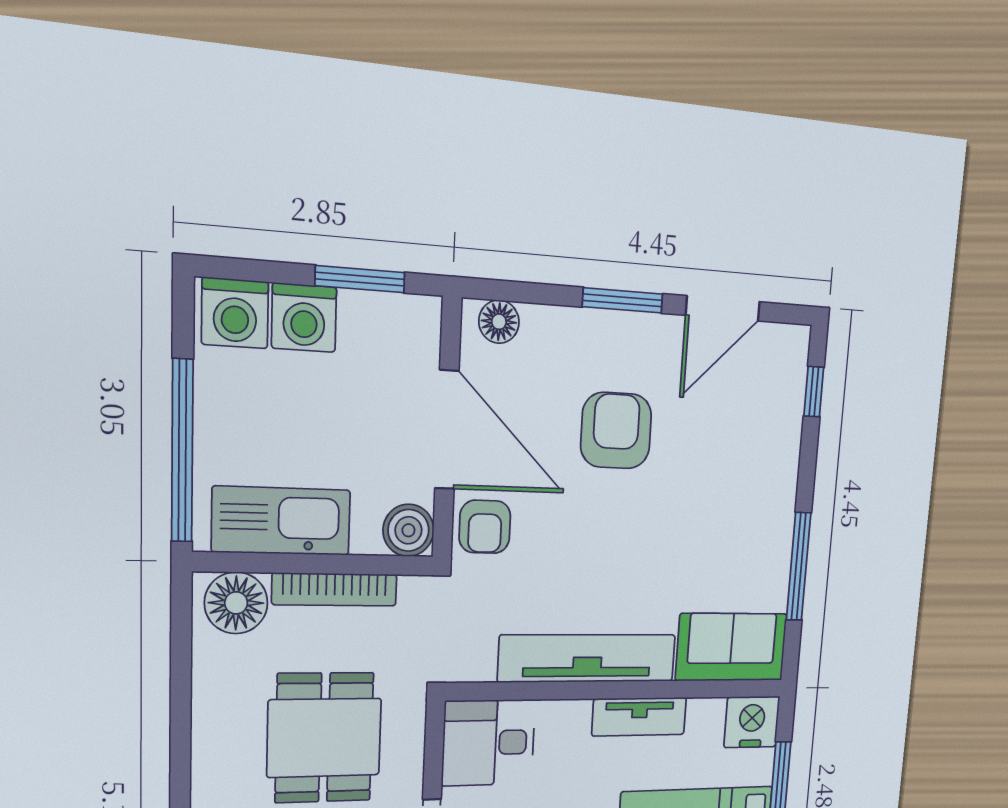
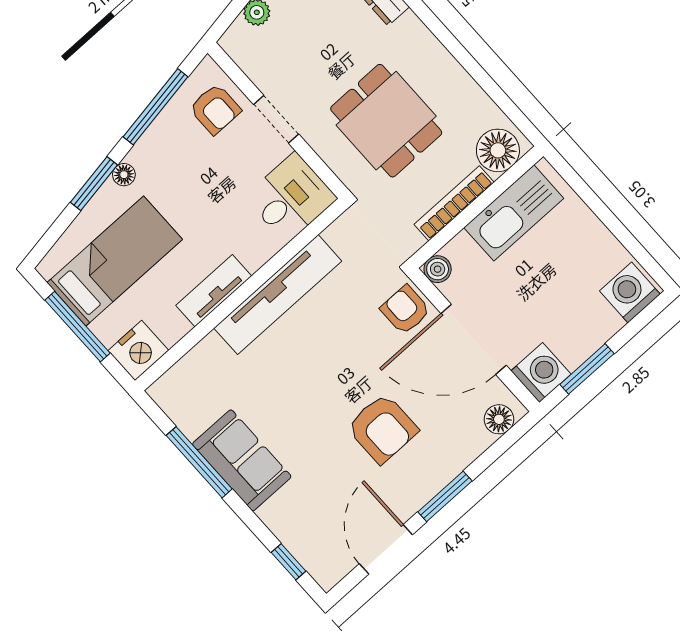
washing machine: (304, 318) -> (541, 373), moved, turned 90
window: (182, 451) -> (593, 202), removed
boiler: (408, 530) -> (438, 269), width x0.73, depth x0.73
sofa: (731, 647) -> (242, 460), moved, turned -90

